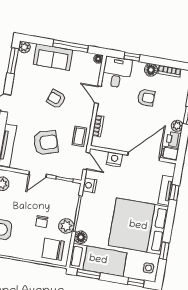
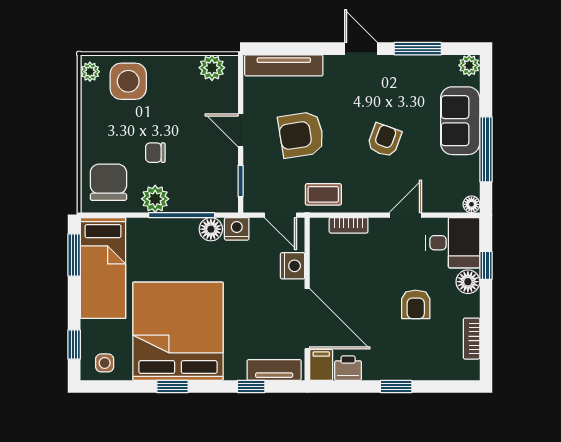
window: (13, 61) -> (418, 49), moved
floor lamp: (151, 70) -> (468, 282), moved
plant: (177, 126) -> (374, 370), removed
armchair: (46, 143) -> (301, 135), turned 98
door: (86, 161) -> (281, 215), hinge flipped
tv unit: (166, 190) -> (274, 370), moved
floor lamp: (81, 237) -> (211, 229), moved
window: (164, 251) -> (173, 386), moved

